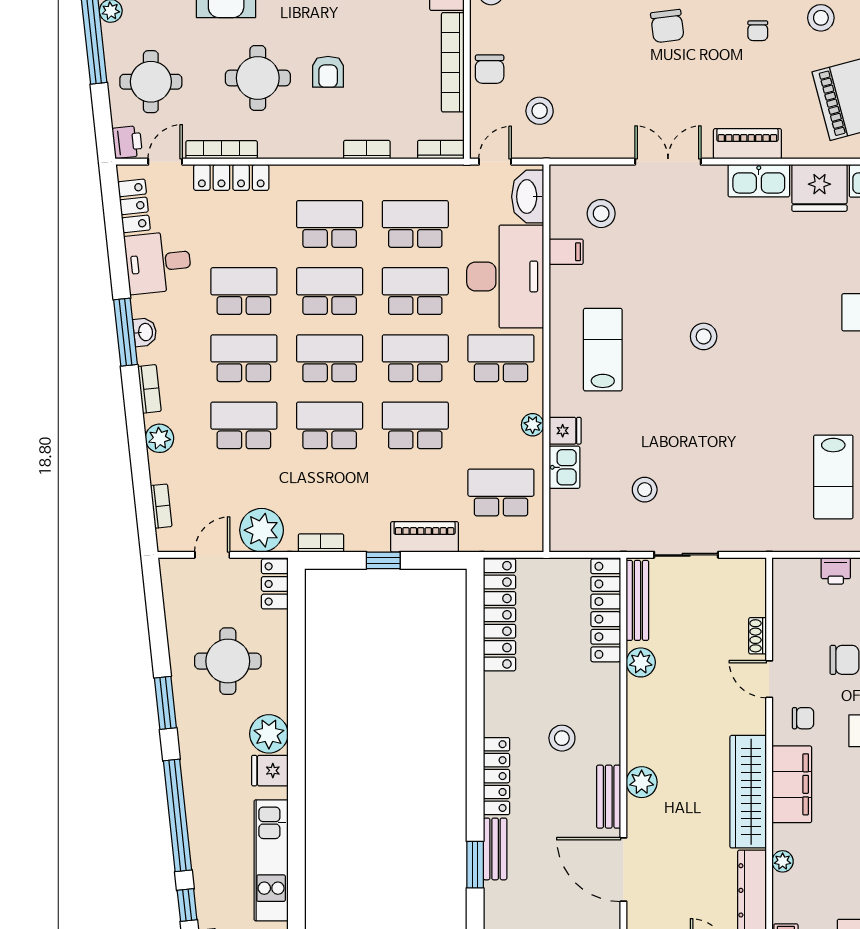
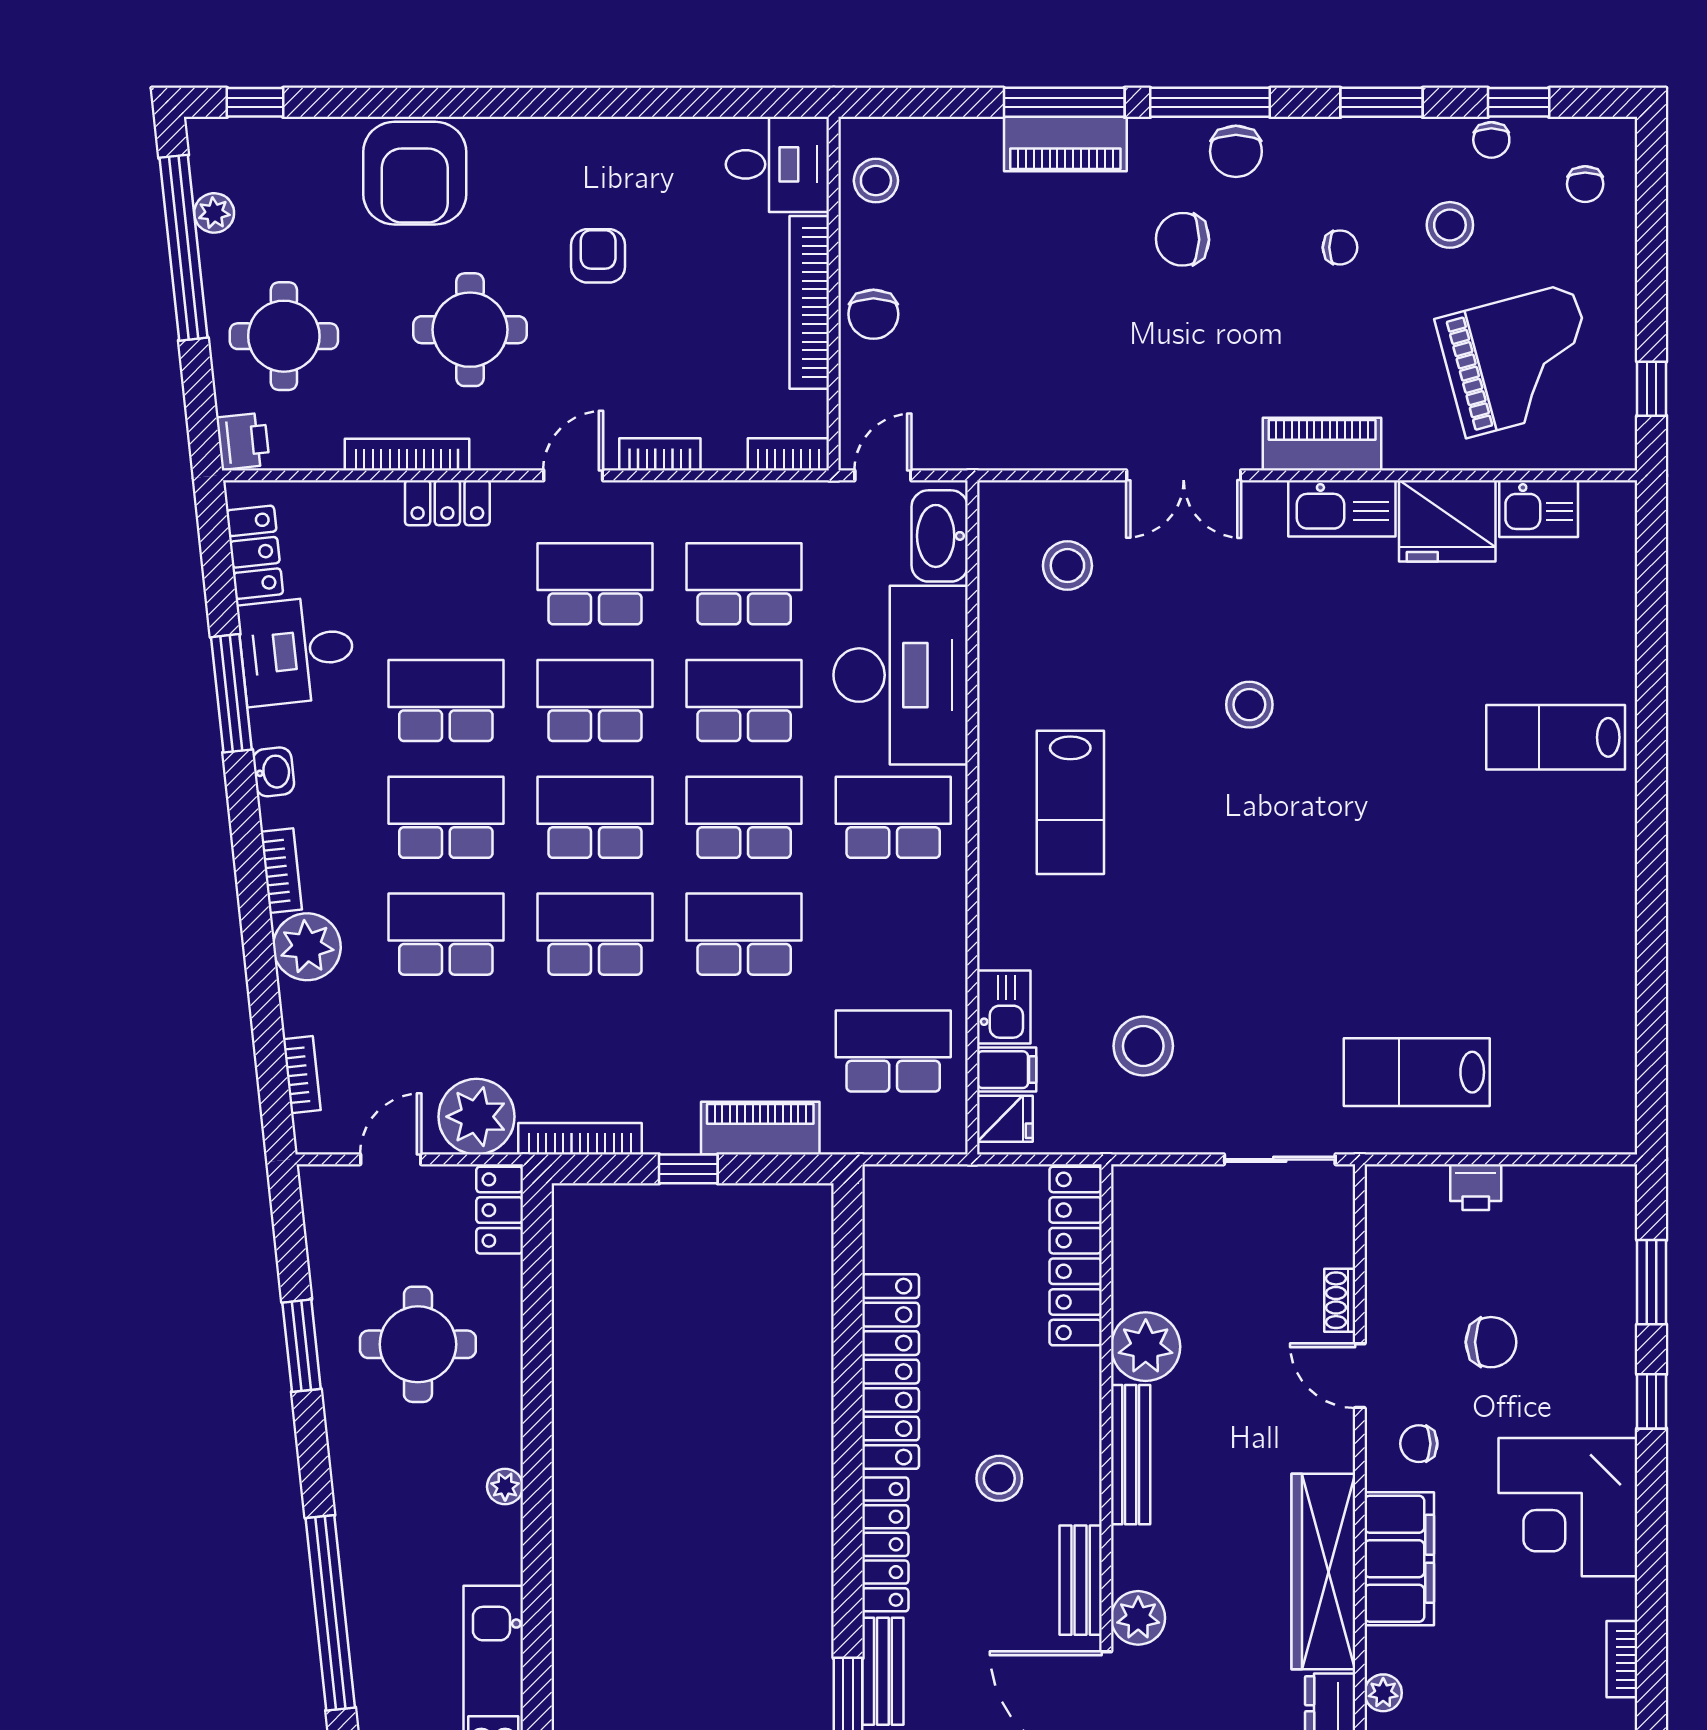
chair: (667, 26) -> (1183, 239), turned 98
chair: (758, 31) -> (1340, 247), turned -90
armchair: (328, 72) -> (598, 256), moved, turned 180
stool: (540, 111) -> (960, 387), removed
door: (165, 162) -> (573, 475), moved
double door: (668, 162) -> (1184, 475), swing flipped
locker: (231, 177) -> (447, 503), width x0.66
filing cabinet: (566, 252) -> (1007, 1070), moved
window: (125, 332) -> (231, 693), moved
stool: (704, 336) -> (1249, 705), moved
lab bench: (603, 350) -> (1070, 802), turned 180
plant: (533, 425) -> (948, 933), removed
fridge: (565, 431) -> (1005, 1119), moved
plant: (159, 438) -> (307, 947), width x1.36, depth x1.36
lab bench: (833, 477) -> (1417, 1072), moved, turned 90
stool: (645, 490) -> (1143, 1046), width x1.38, depth x1.38
bookcase: (321, 543) -> (580, 1139), width x1.56
sliding door: (686, 555) -> (1280, 1159), moved
bench: (637, 600) -> (1131, 1455), moved
locker: (499, 615) -> (891, 1372), moved
plant: (641, 662) -> (1146, 1347), width x1.36, depth x1.36
window: (165, 703) -> (302, 1346), moved
chair: (803, 718) -> (1419, 1444), turned 180
plant: (269, 734) -> (505, 1487), width x0.53, depth x0.53
fridge: (270, 771) -> (491, 1535), removed
plant: (642, 782) -> (1138, 1618), moved

